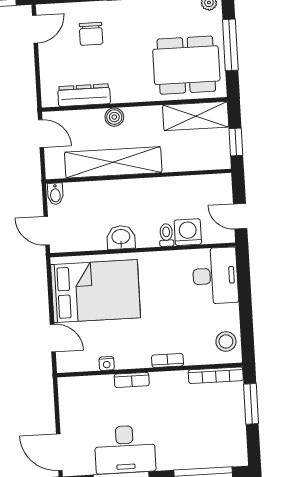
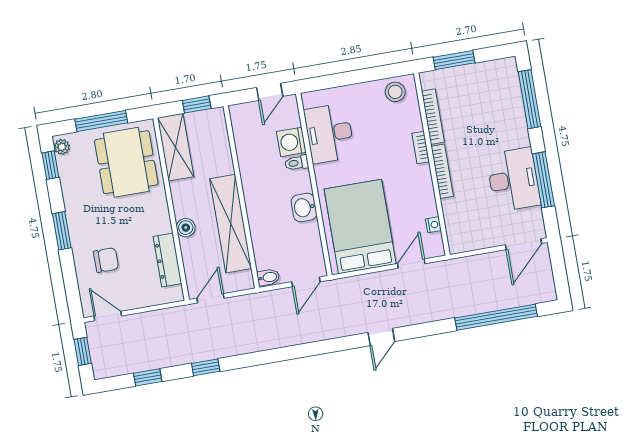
desk: (215, 276) -> (329, 133), moved, turned -90
nightstand: (107, 363) -> (433, 225), moved
bookcase: (216, 375) -> (433, 117), moved
bookcase: (132, 380) -> (442, 171), width x1.56

